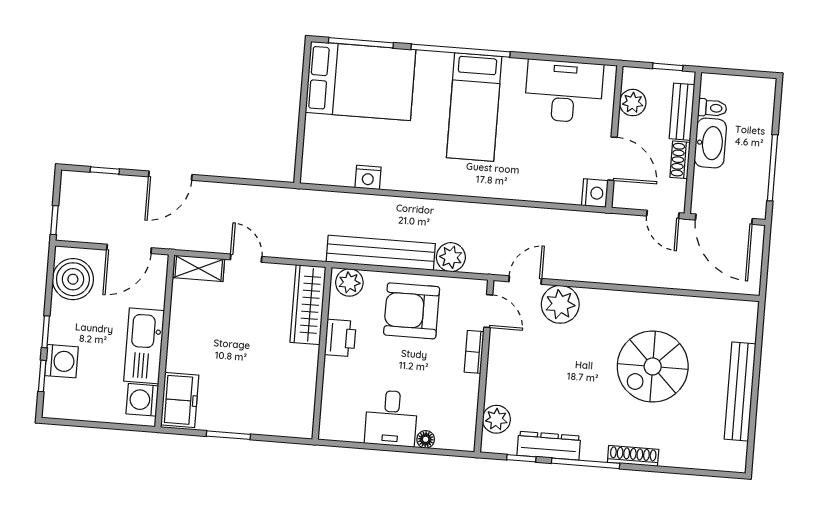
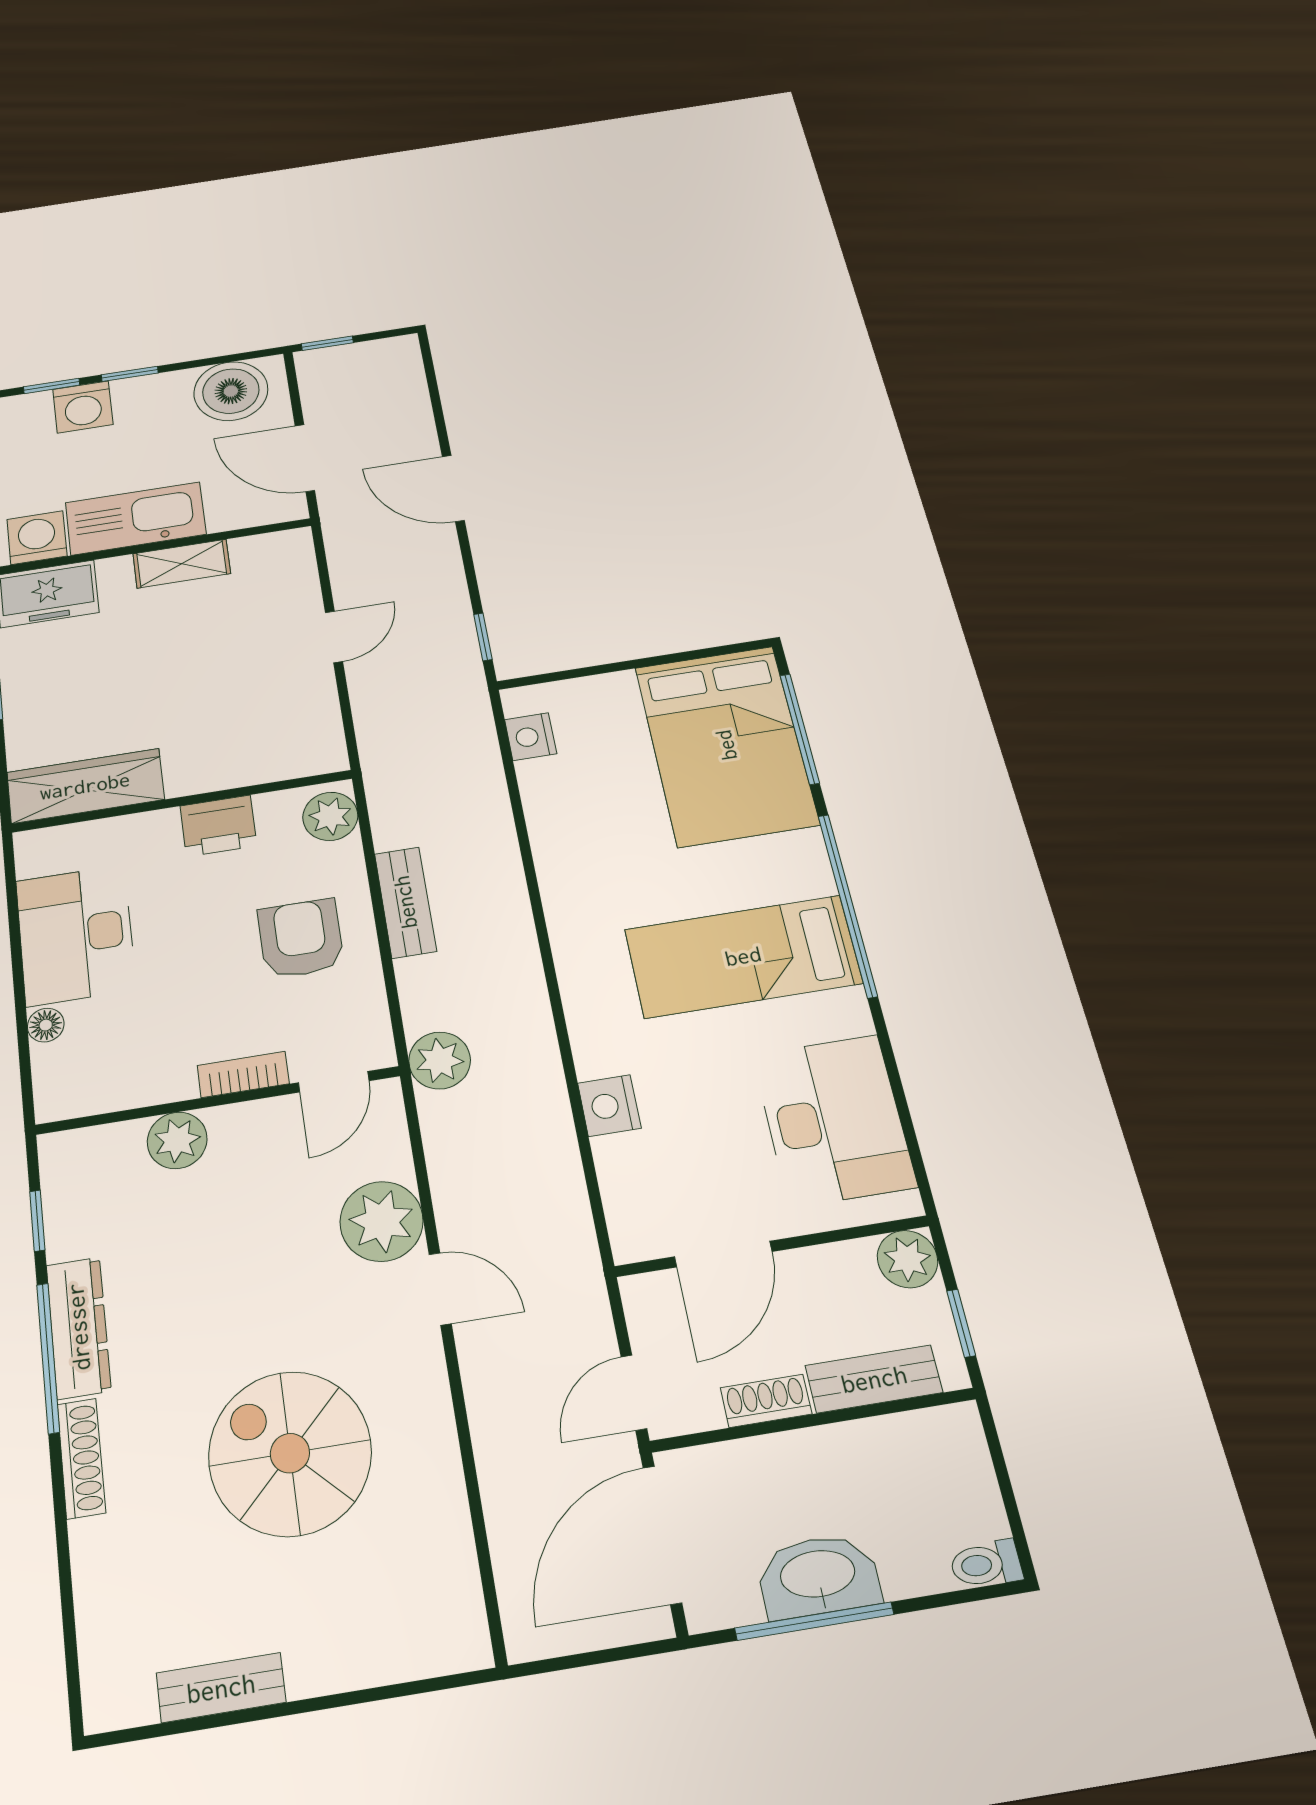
plant: (633, 103) -> (907, 1259), moved
toilet: (712, 108) -> (986, 1564), moved, turned 90
washbasin: (710, 143) -> (818, 1576), moved, turned 180
window: (105, 170) -> (483, 637), moved
nightstand: (368, 177) -> (531, 737), moved
nightstand: (595, 193) -> (609, 1106), moved, turned 90
bench: (381, 253) -> (405, 902), width x0.54, depth x0.82
plant: (451, 257) -> (440, 1060), moved
shelving: (199, 268) -> (182, 564), moved, turned 90
door: (525, 280) -> (440, 1289), moved
wardrobe: (308, 305) -> (85, 786), moved
armchair: (412, 311) -> (301, 939), width x0.73, depth x0.73
bench: (740, 392) -> (221, 1688), width x0.54, depth x0.82
desk: (391, 418) -> (76, 935), width x1.37
plant: (496, 419) -> (177, 1140), moved
dresser: (549, 446) -> (78, 1327), moved

